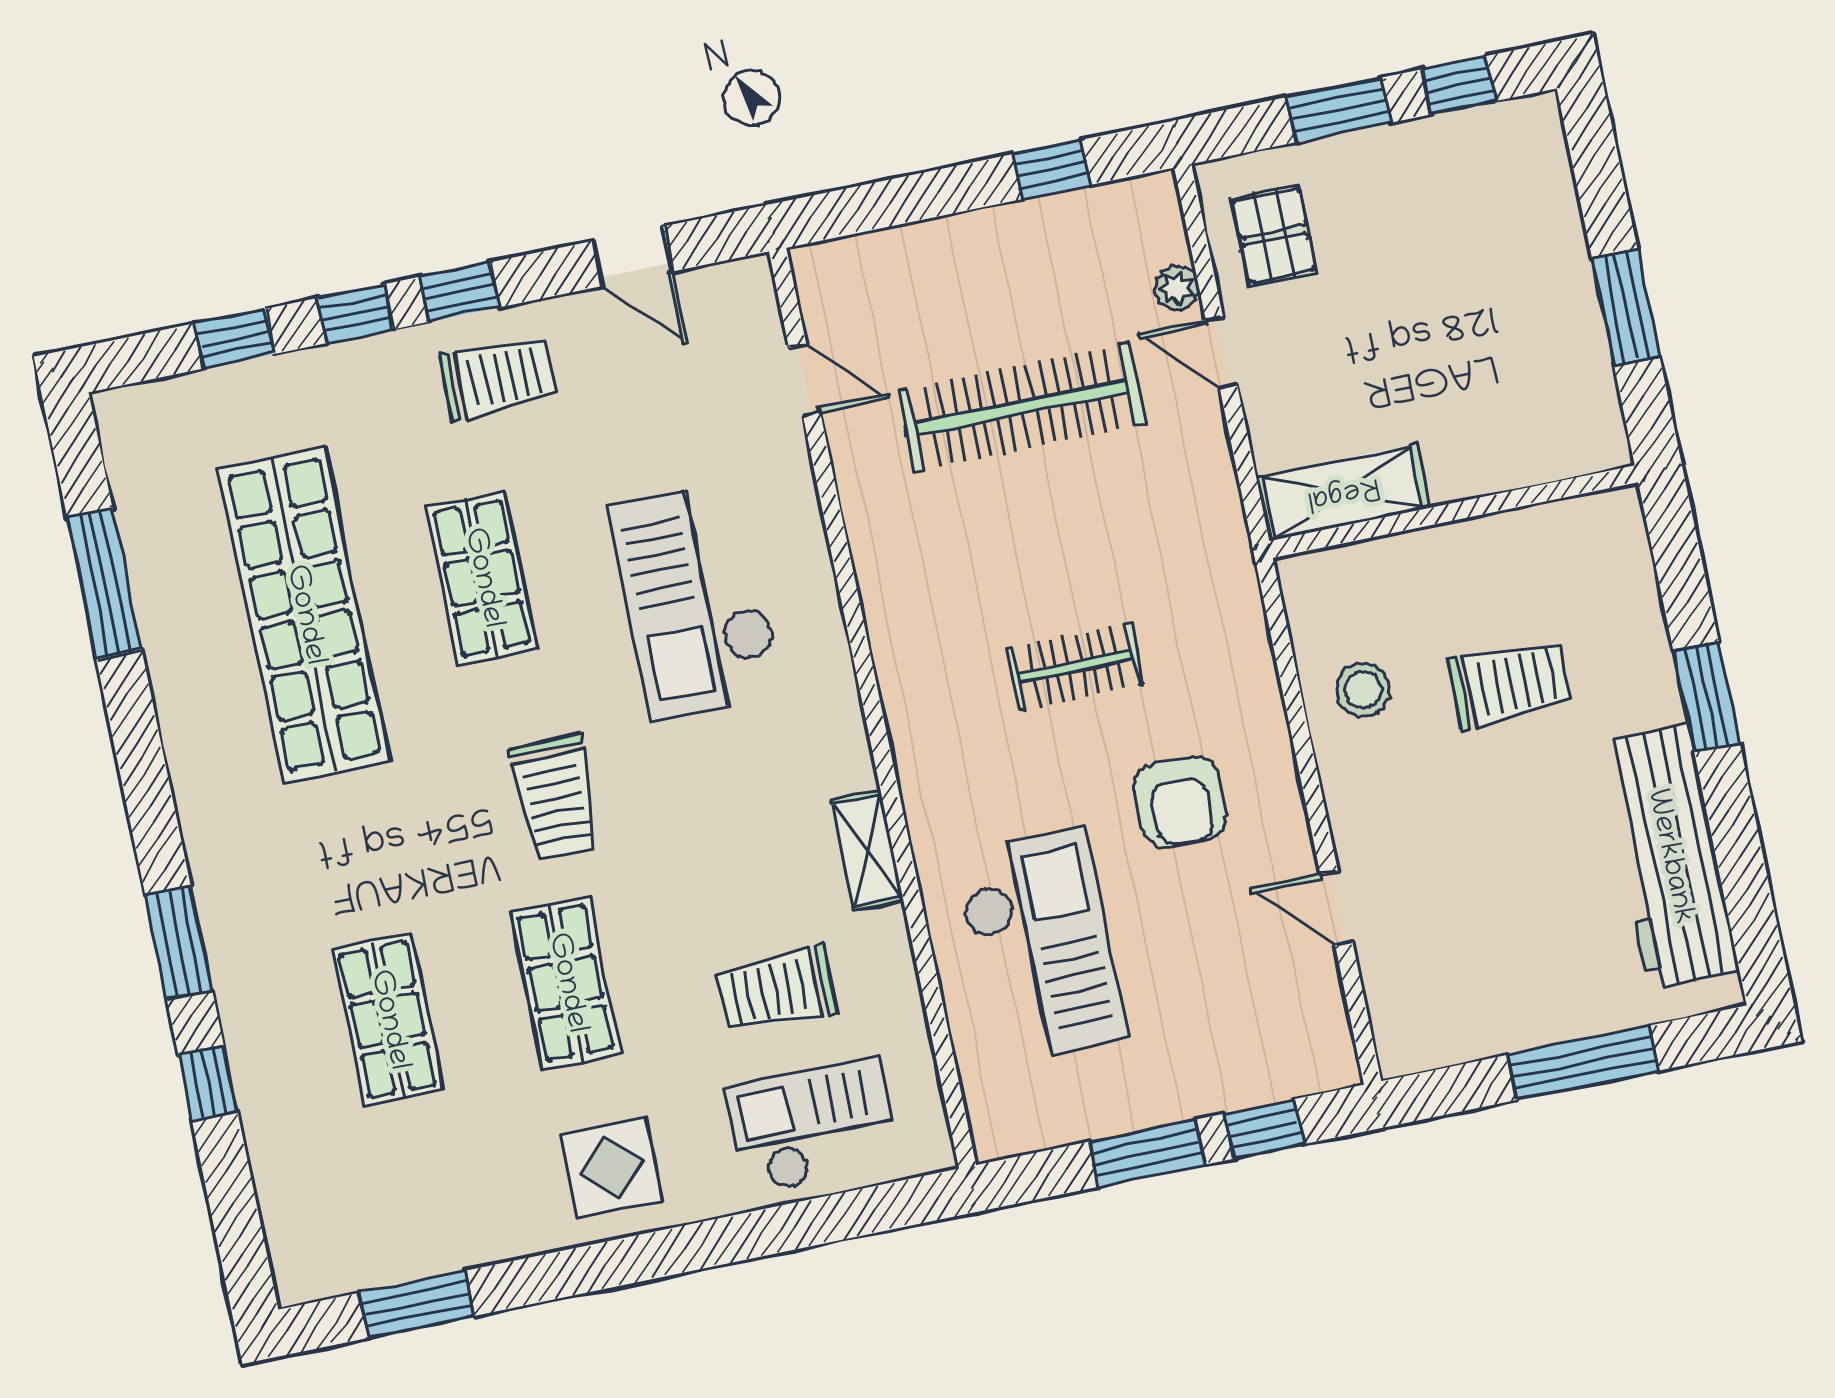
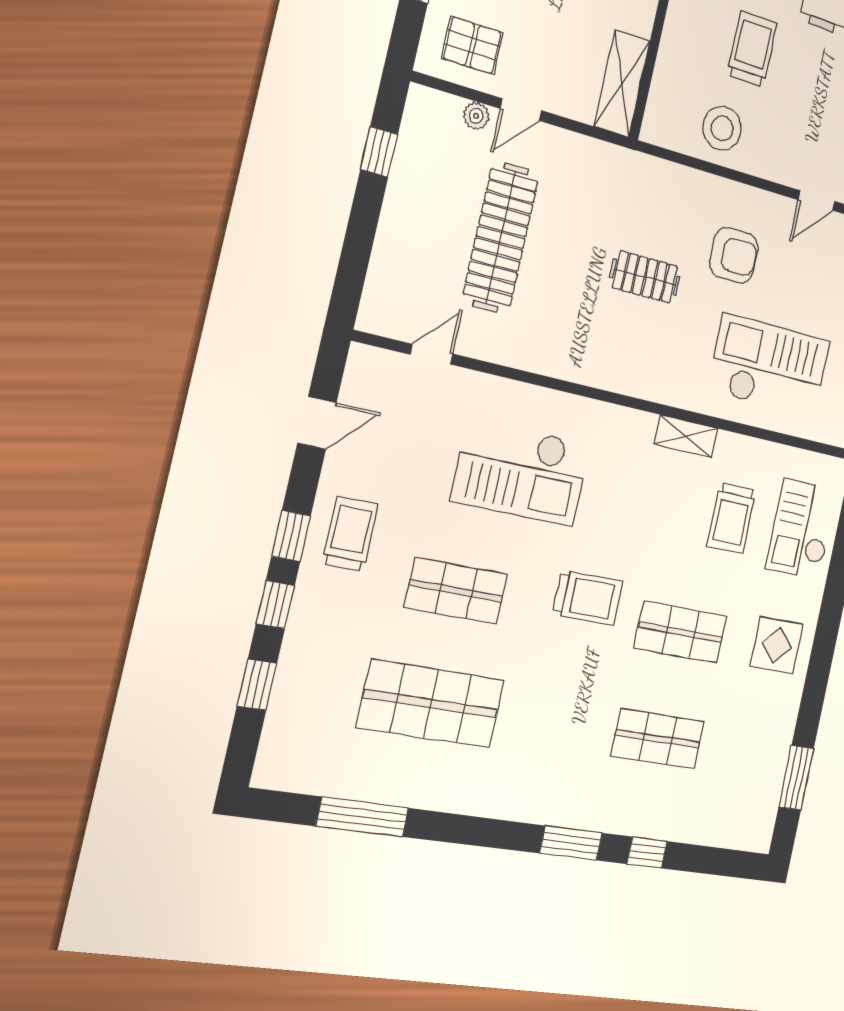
shop shelf: (304, 615) -> (431, 704), width x0.71
clothes rail: (1075, 666) -> (645, 277), turned 90
stool: (1363, 690) -> (722, 128), width x1.38, depth x1.38

